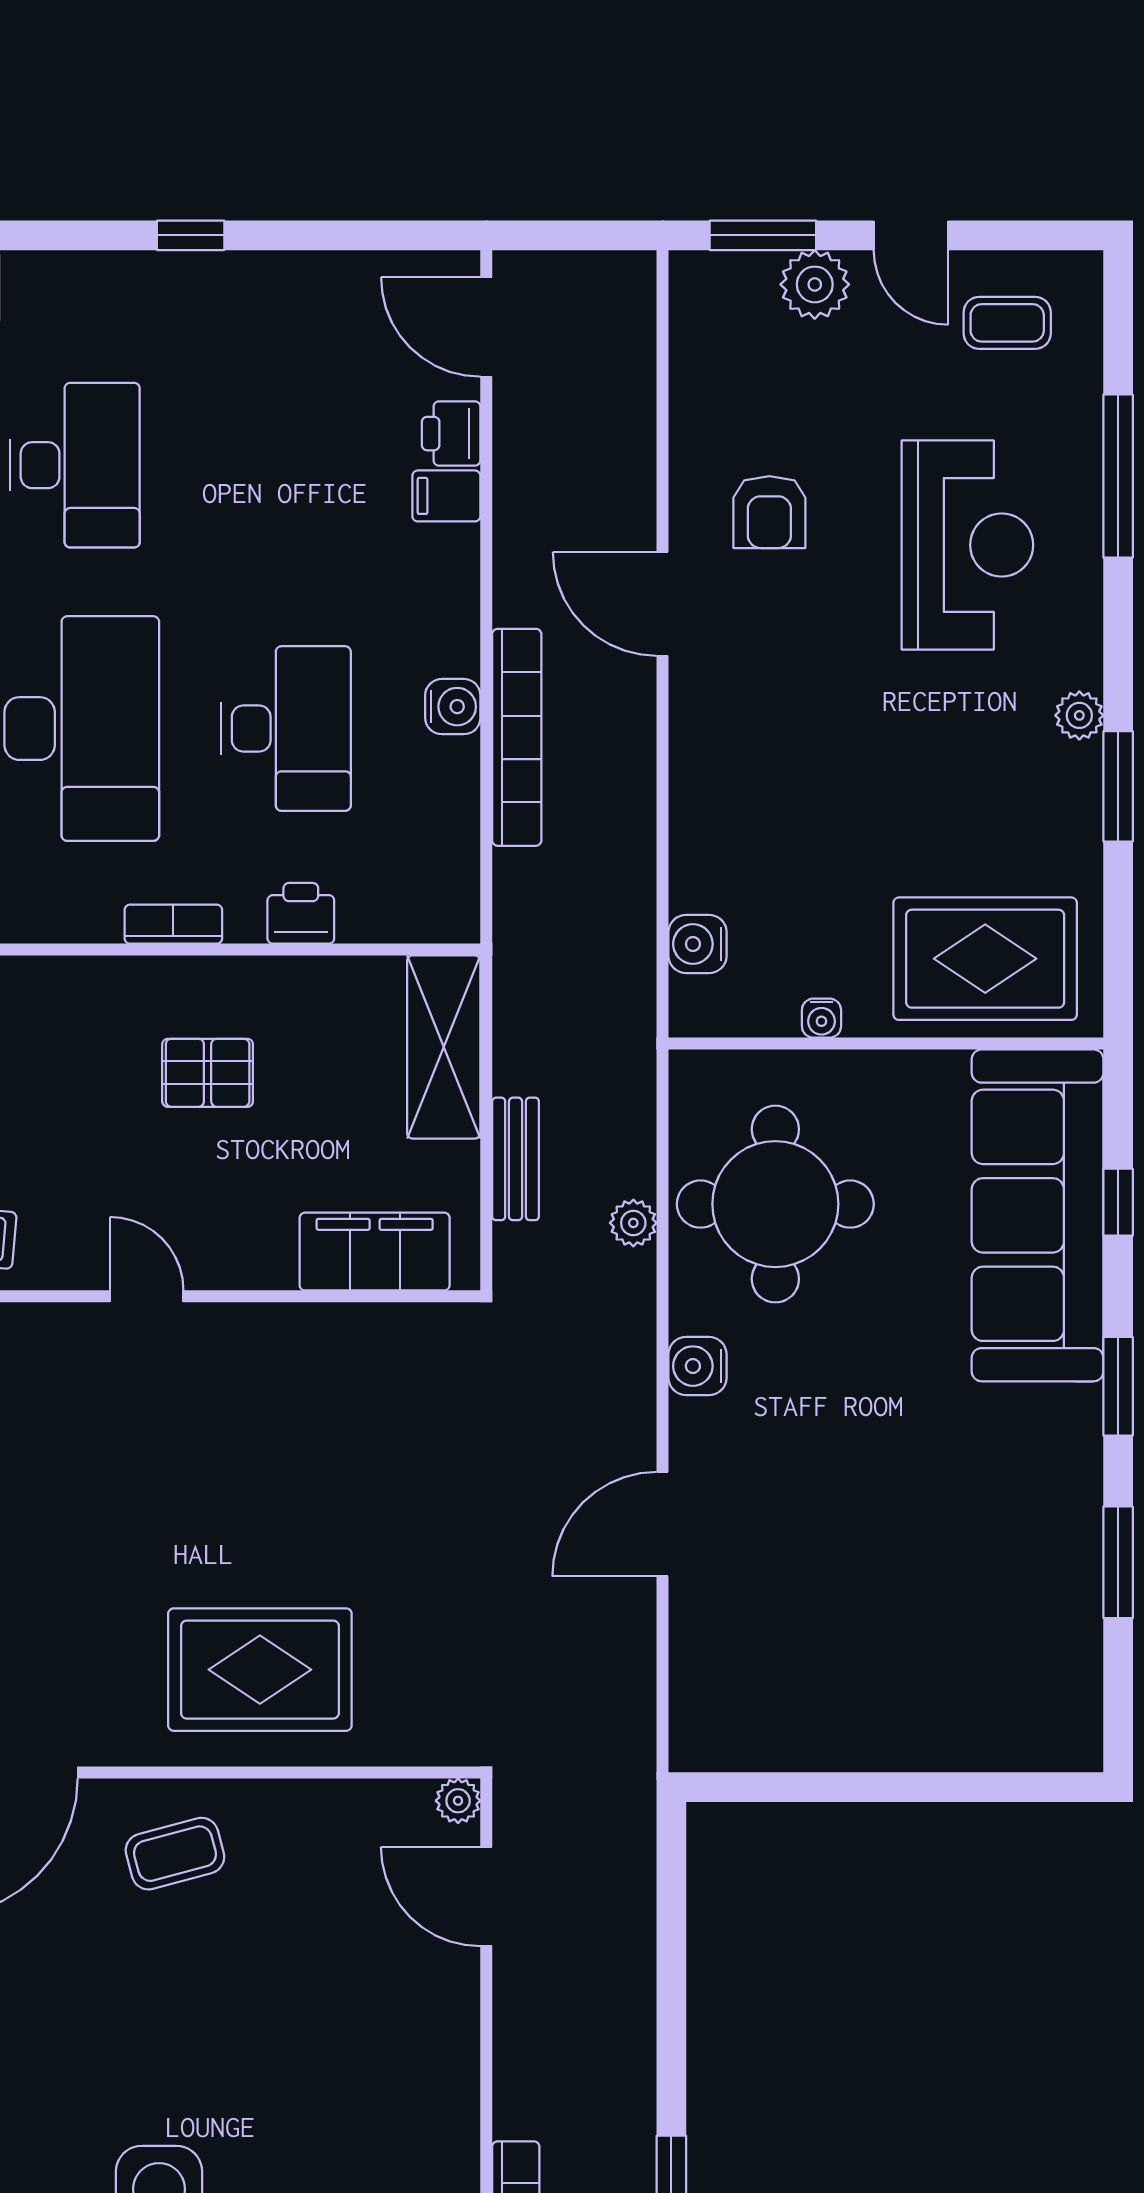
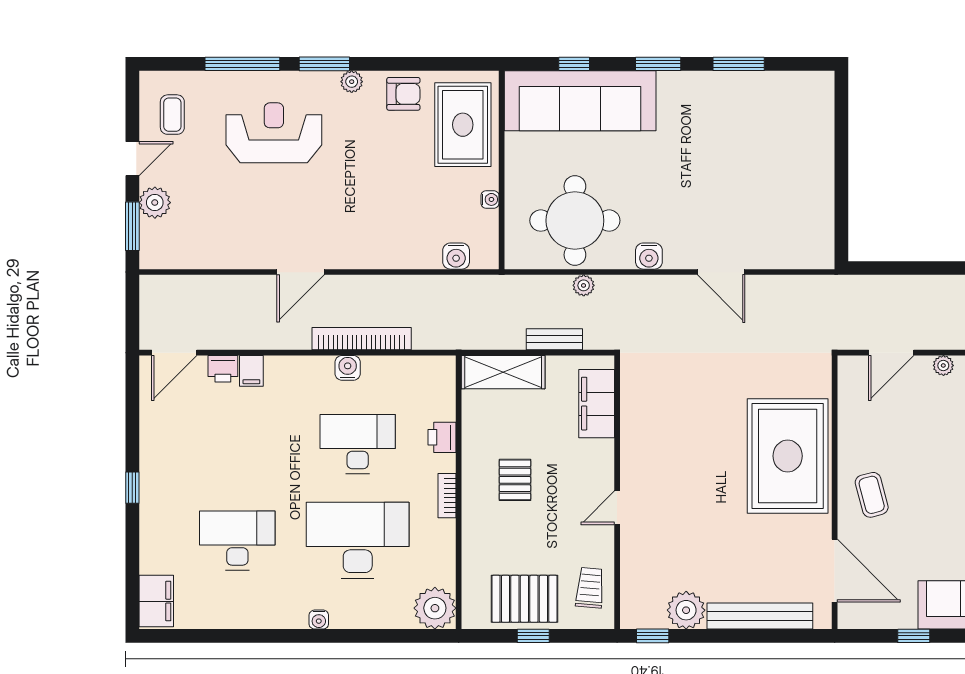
armchair: (769, 512) -> (403, 94), moved
window: (1118, 786) -> (324, 64), moved
rug: (260, 1670) -> (788, 456), width x1.37, depth x1.44
plant: (458, 1801) -> (943, 365), moved

